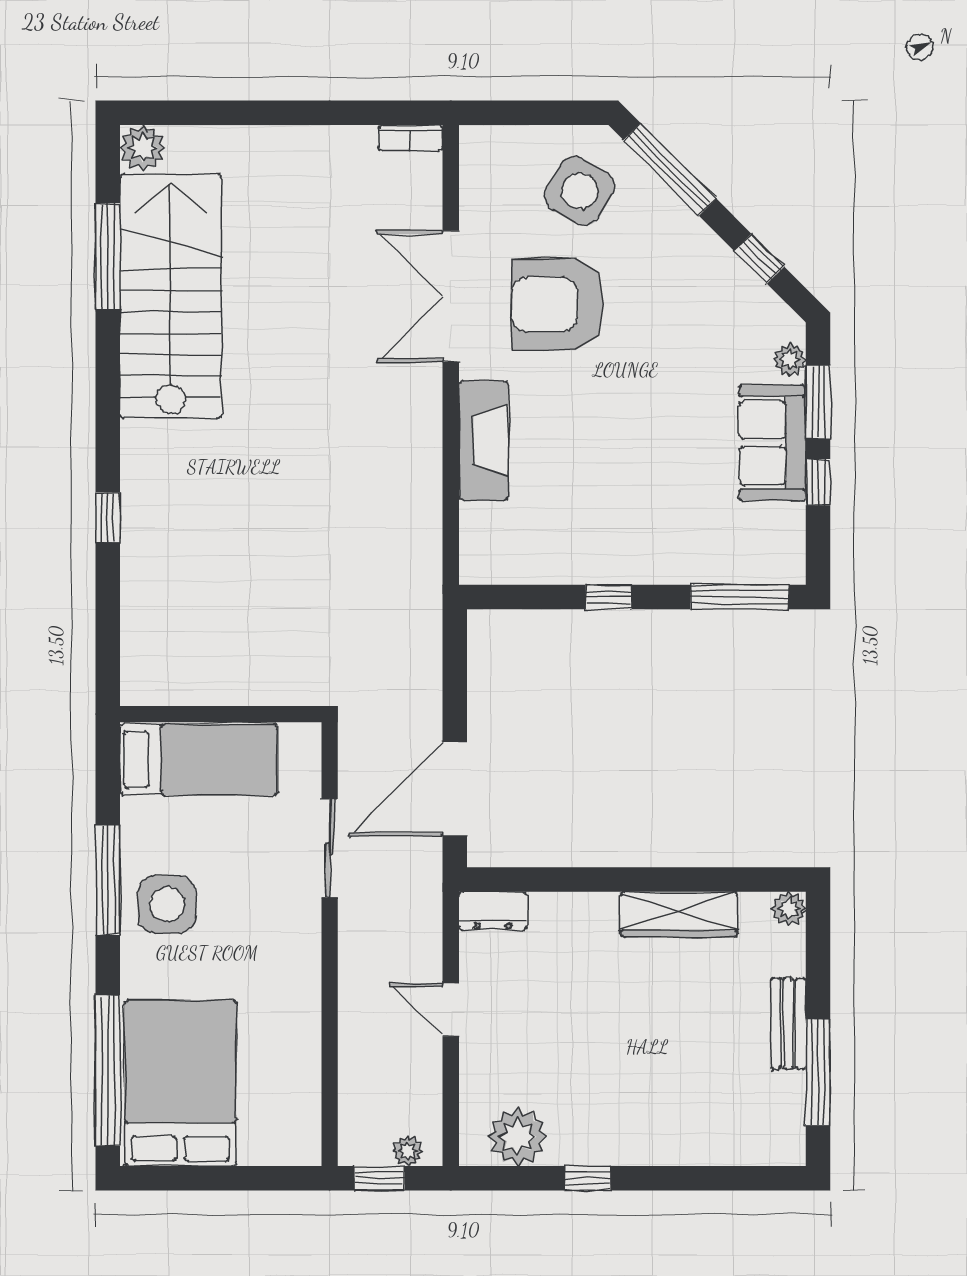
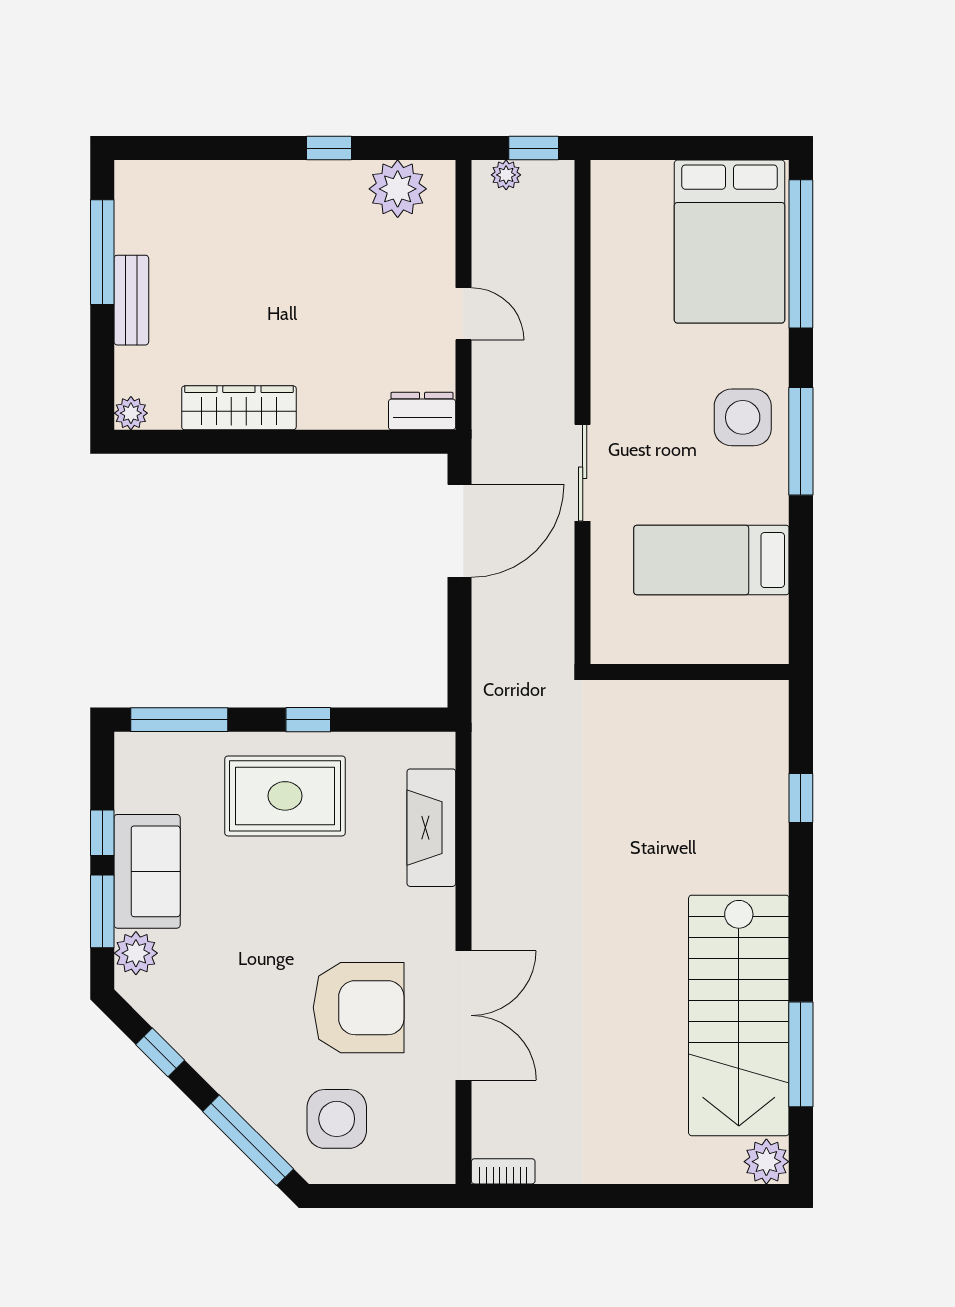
side table: (580, 191) -> (337, 1119), turned -30
plant: (790, 360) -> (136, 953), width x1.38, depth x1.38
fireplace: (483, 440) -> (431, 828), moved
rug: (632, 519) -> (285, 796), added
wall: (221, 714) -> (690, 672), moved

